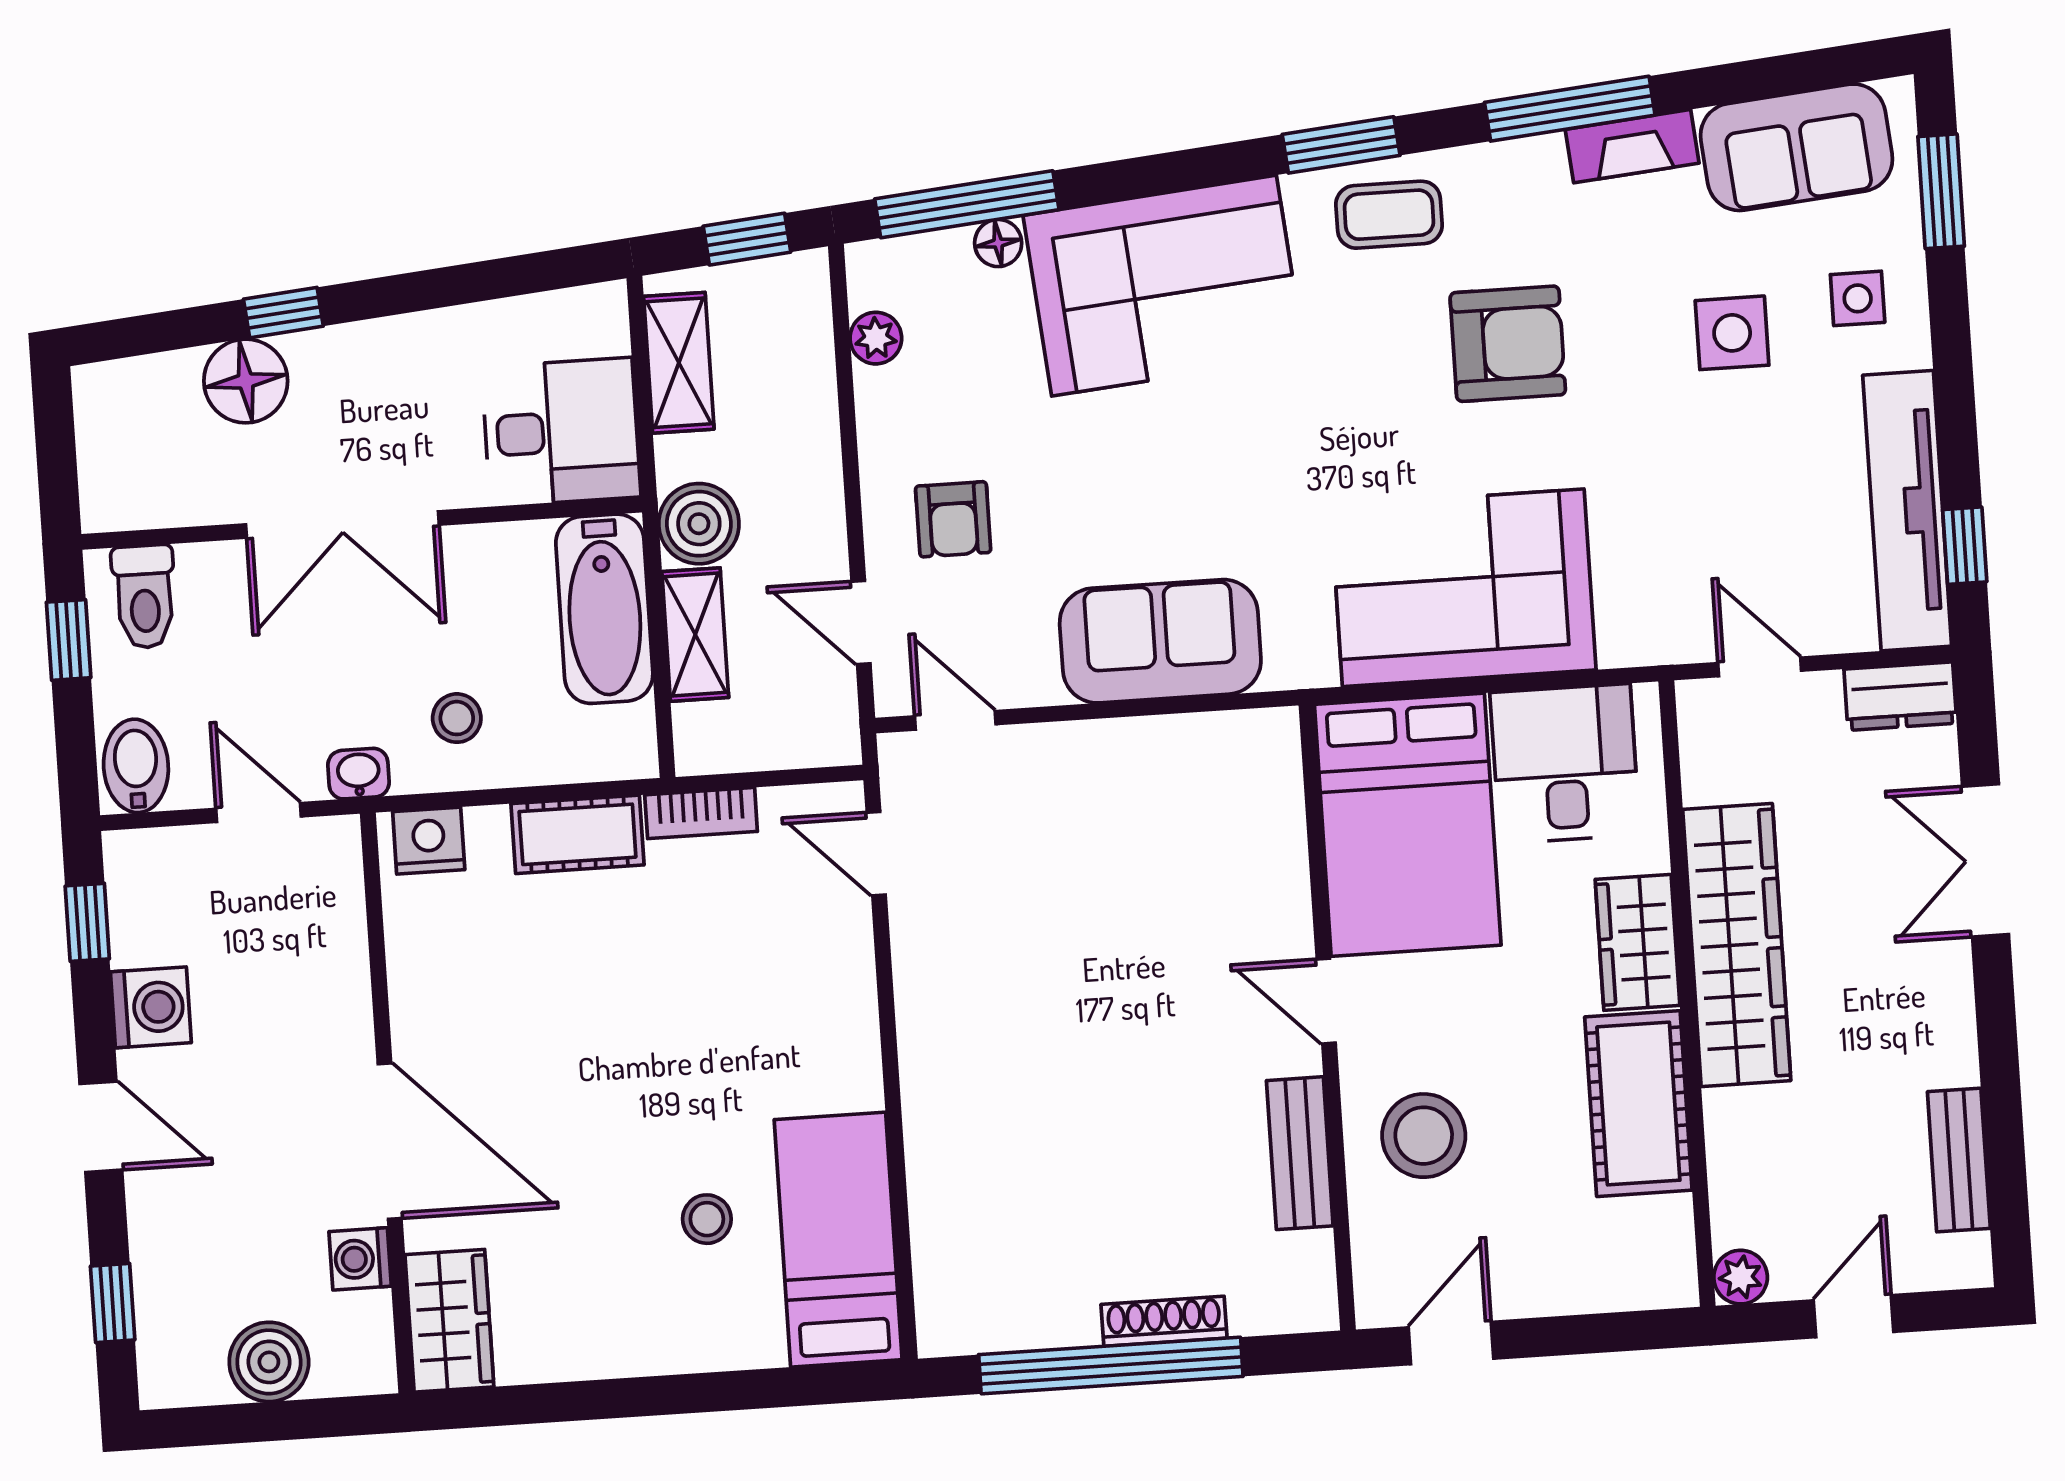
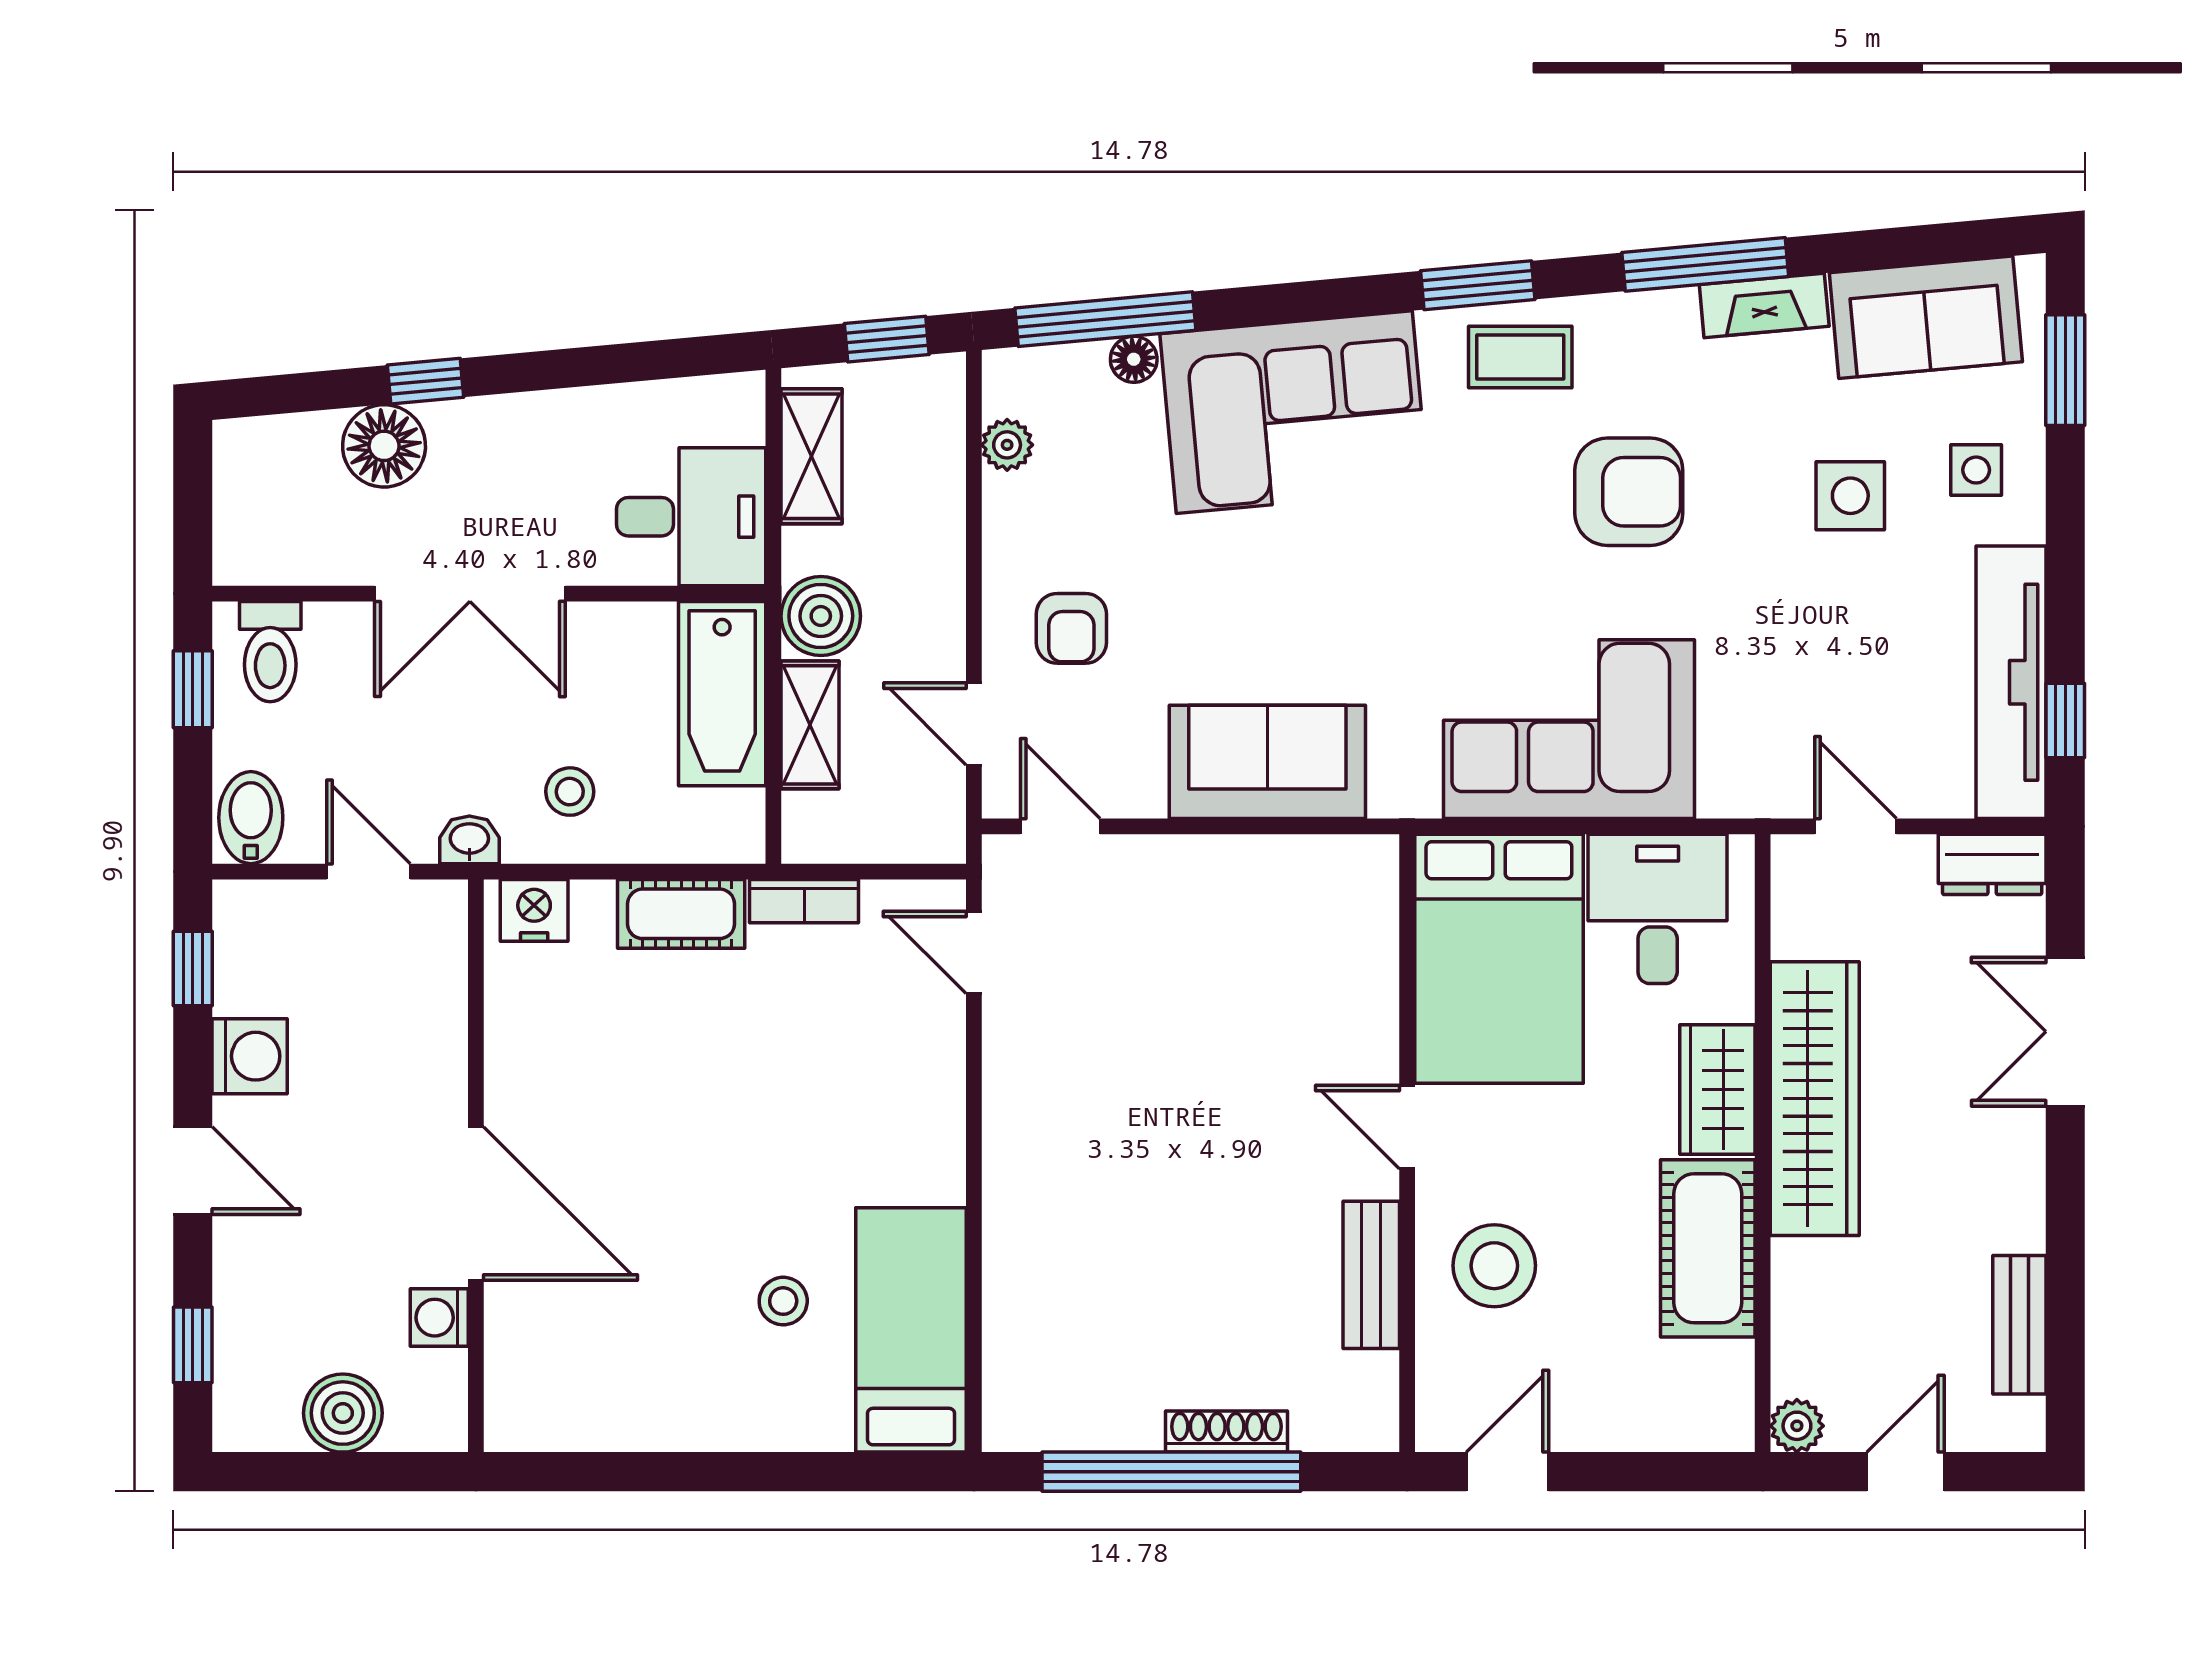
wardrobe: (449, 1321) -> (523, 1384), removed

